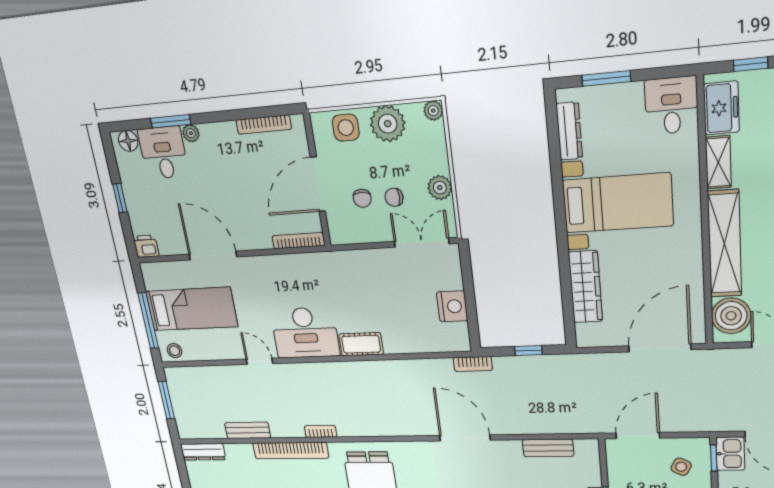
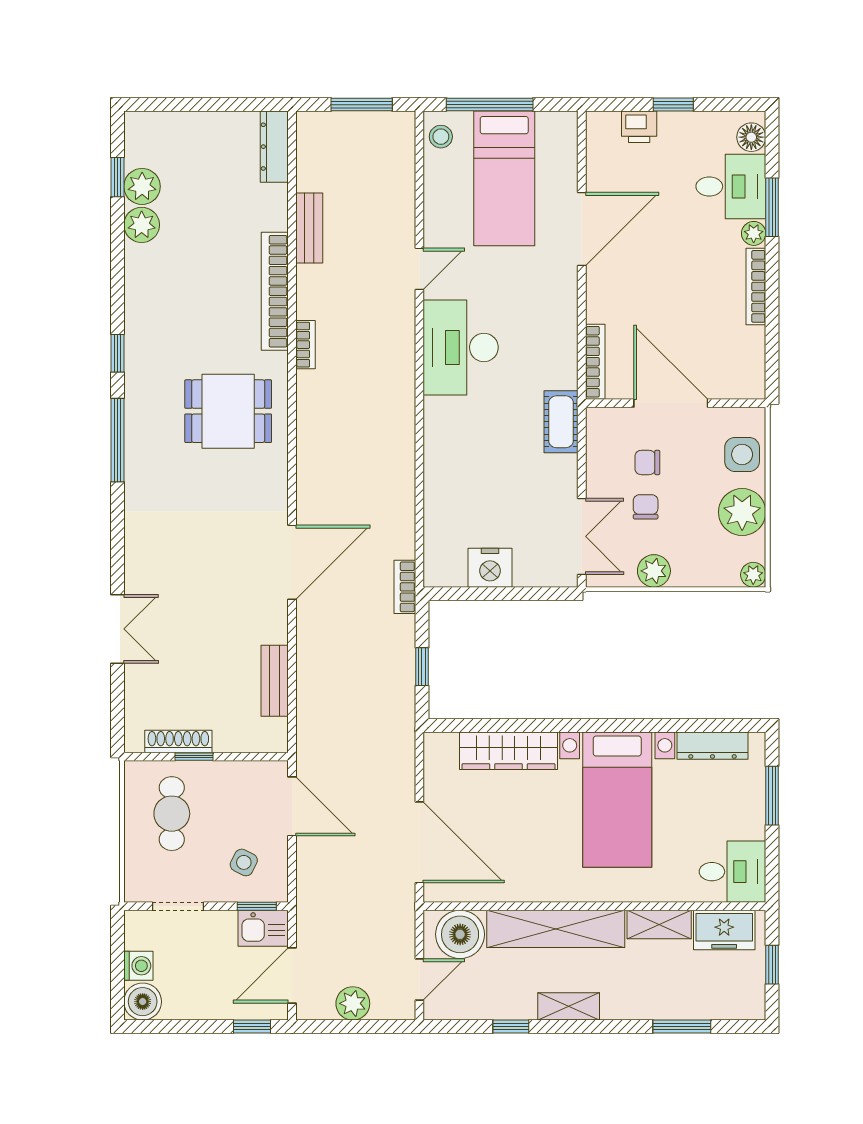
bookcase: (264, 125) -> (756, 286), moved
printer: (146, 246) -> (639, 127), moved, turned 90
cot: (361, 344) -> (561, 422), moved

